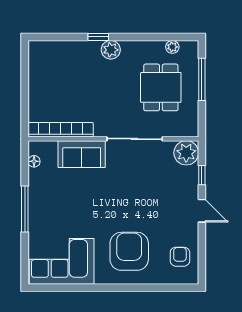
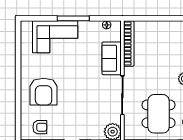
dining table: (161, 87) -> (159, 114), width x1.37
armchair: (129, 251) -> (44, 92), turned 90
corner sofa: (62, 261) -> (55, 37), moved, turned 90

